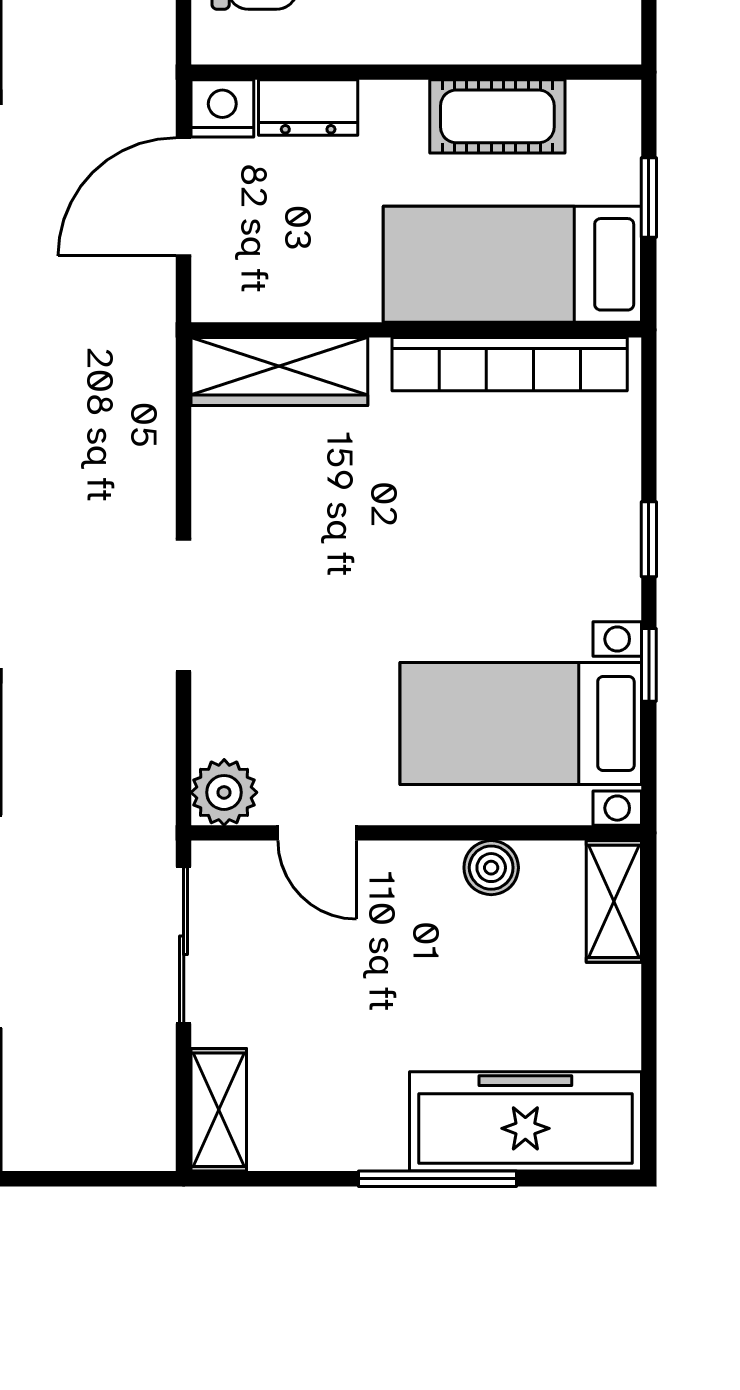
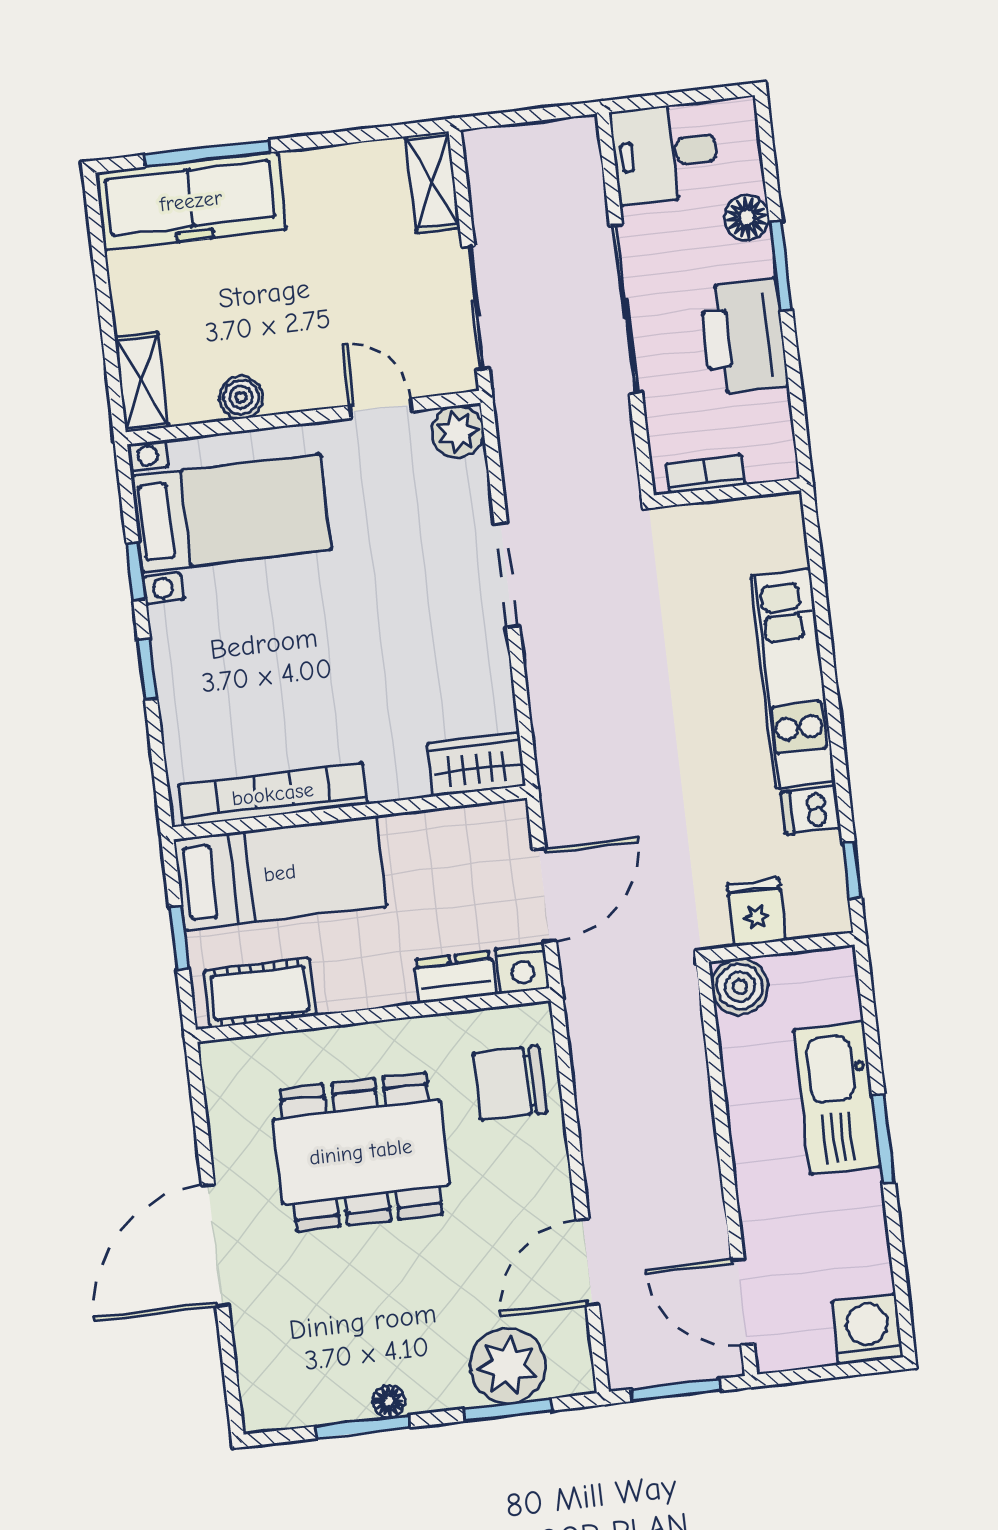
cot: (497, 116) -> (260, 993), moved
wardrobe: (279, 372) -> (476, 764), width x0.67
window: (438, 1179) -> (207, 153), moved

